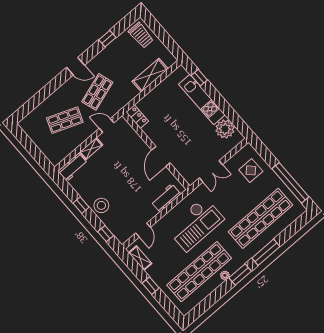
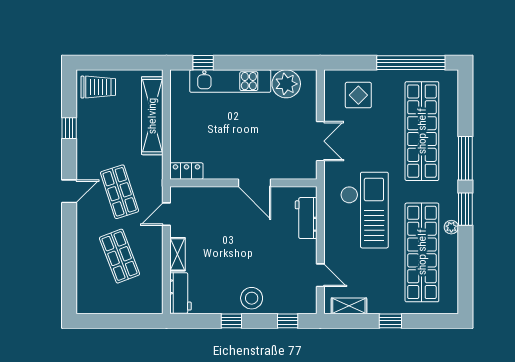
shelving: (150, 75) -> (152, 116), width x1.47
shop shelf: (65, 120) -> (120, 256), turned -42

